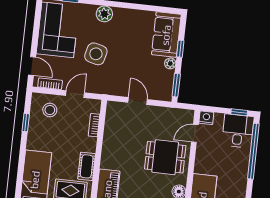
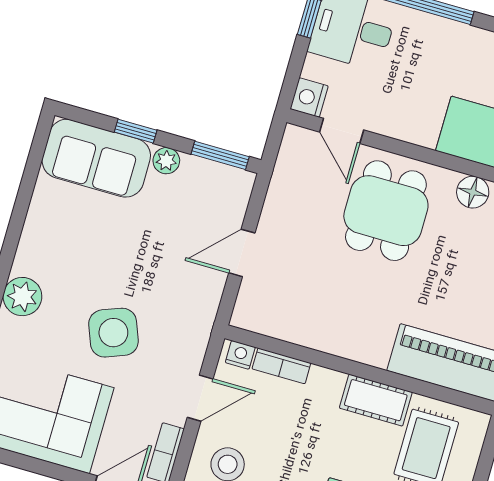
side table: (96, 54) -> (113, 333), turned -35
door: (75, 94) -> (200, 398), swing flipped
nightstand: (96, 108) -> (240, 355), added

